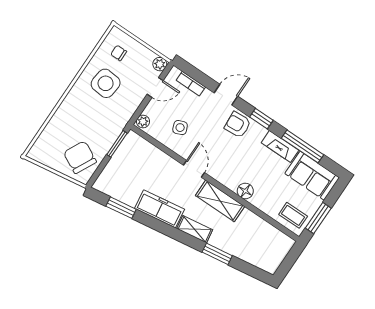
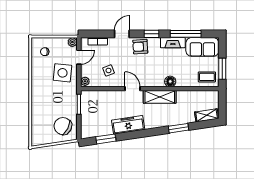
side table: (106, 83) -> (62, 73), moved
shelving: (195, 229) -> (207, 115), moved

